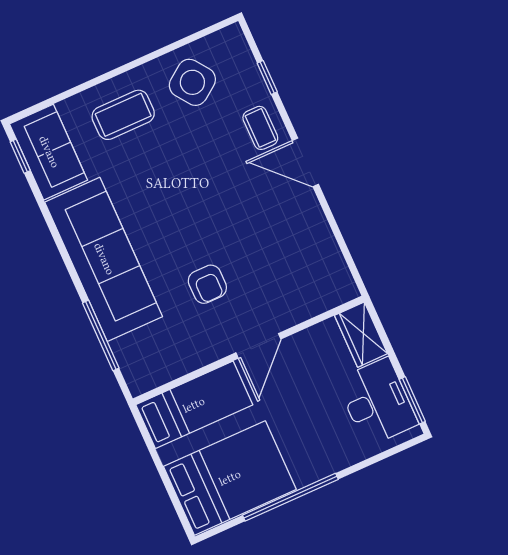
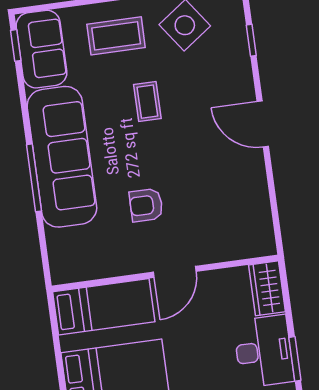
coffee table: (260, 128) -> (147, 102), moved
armchair: (207, 284) -> (146, 205), turned 90
window: (101, 335) -> (34, 178), moved

